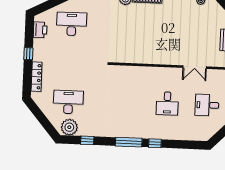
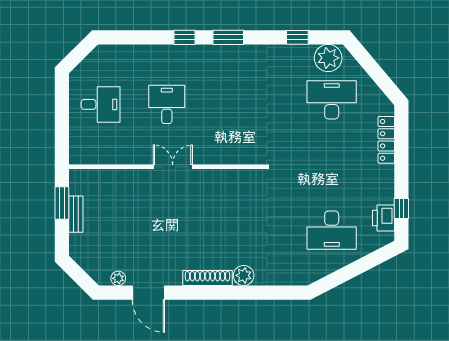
window: (28, 54) -> (401, 208), moved
double door: (195, 67) -> (173, 167), moved
desk: (68, 102) -> (332, 100), turned 180
window: (129, 142) -> (228, 37), width x0.69

